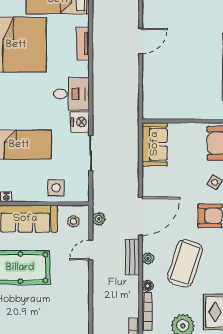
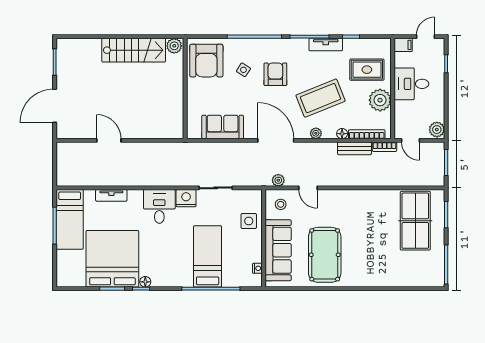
sofa: (155, 144) -> (223, 127), moved
bench: (132, 257) -> (354, 148), moved
coffee table: (185, 263) -> (321, 98), turned -40

